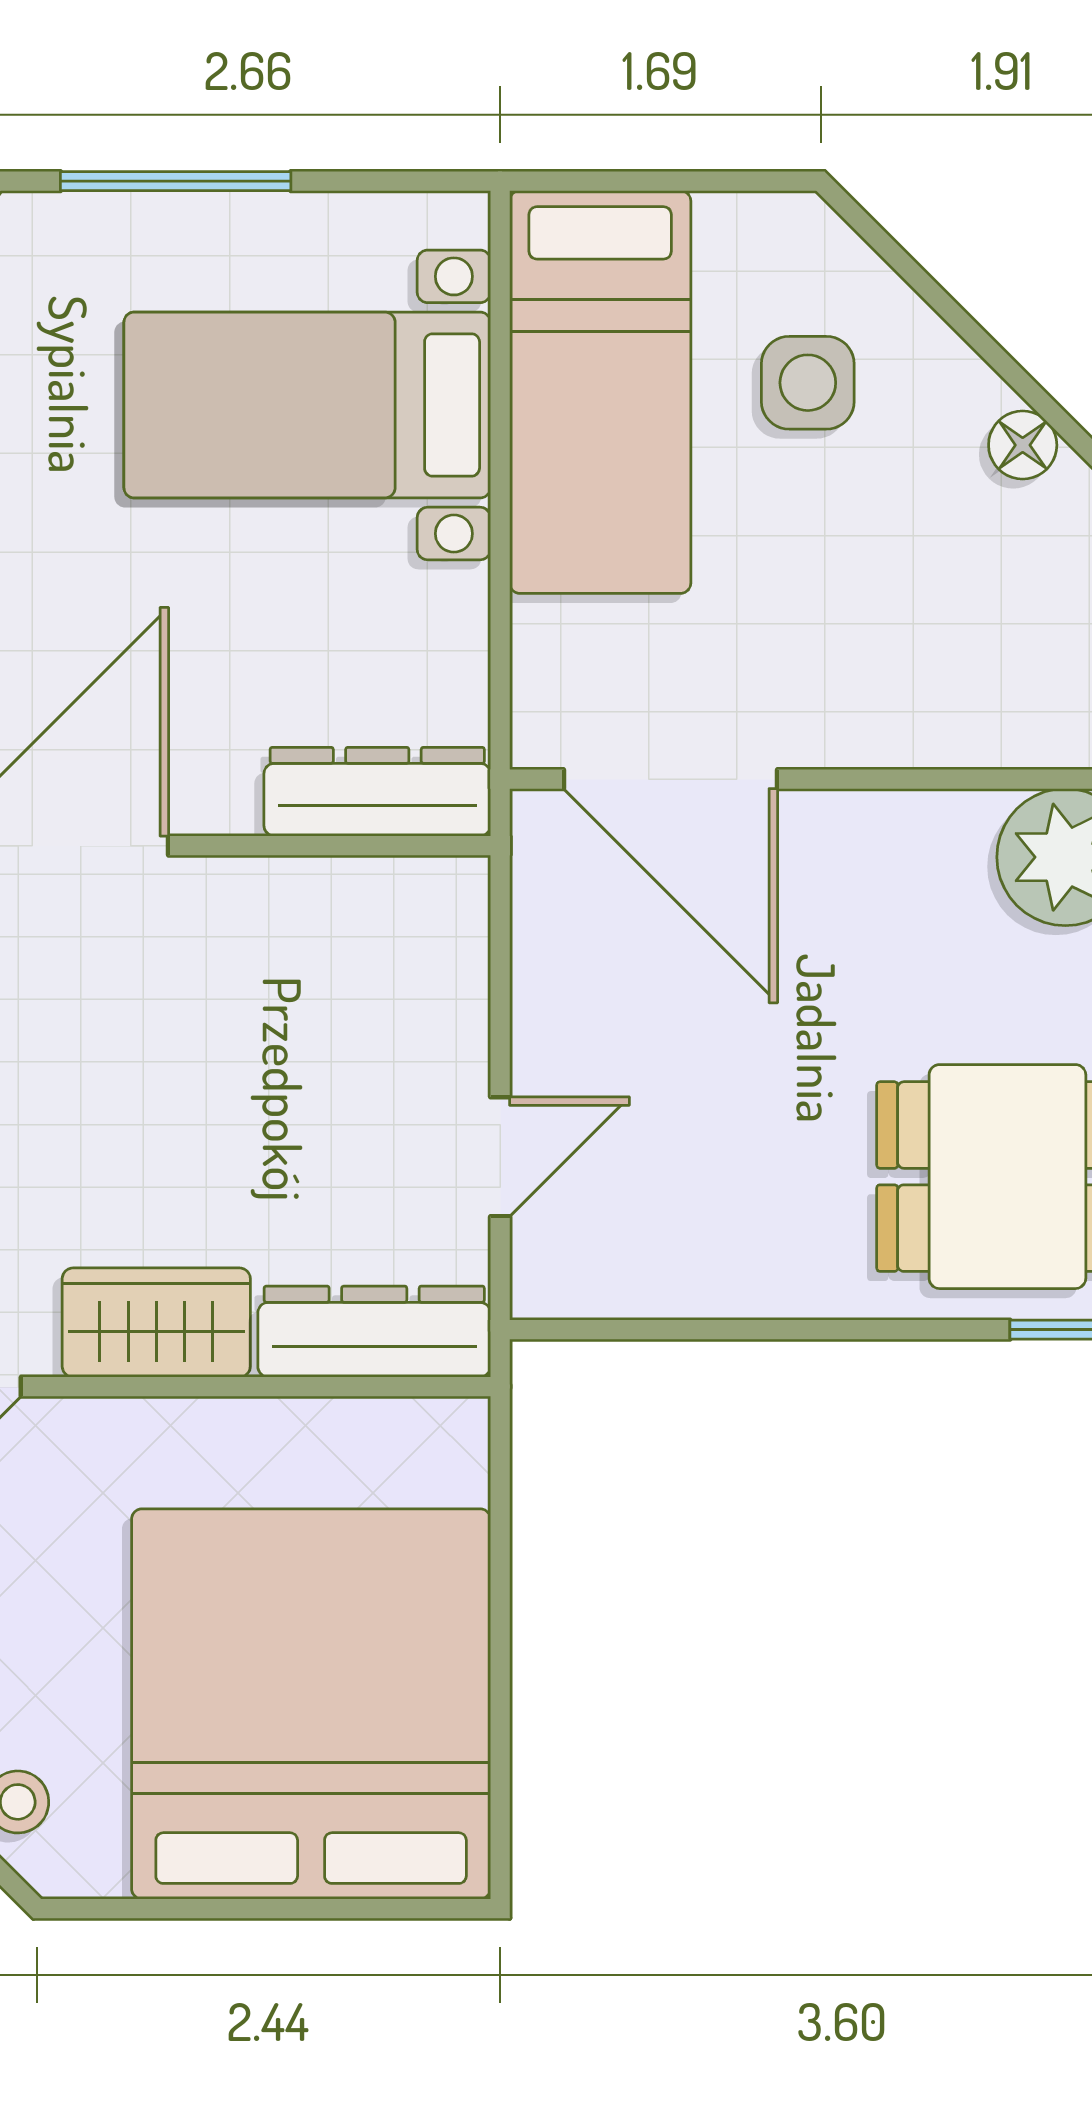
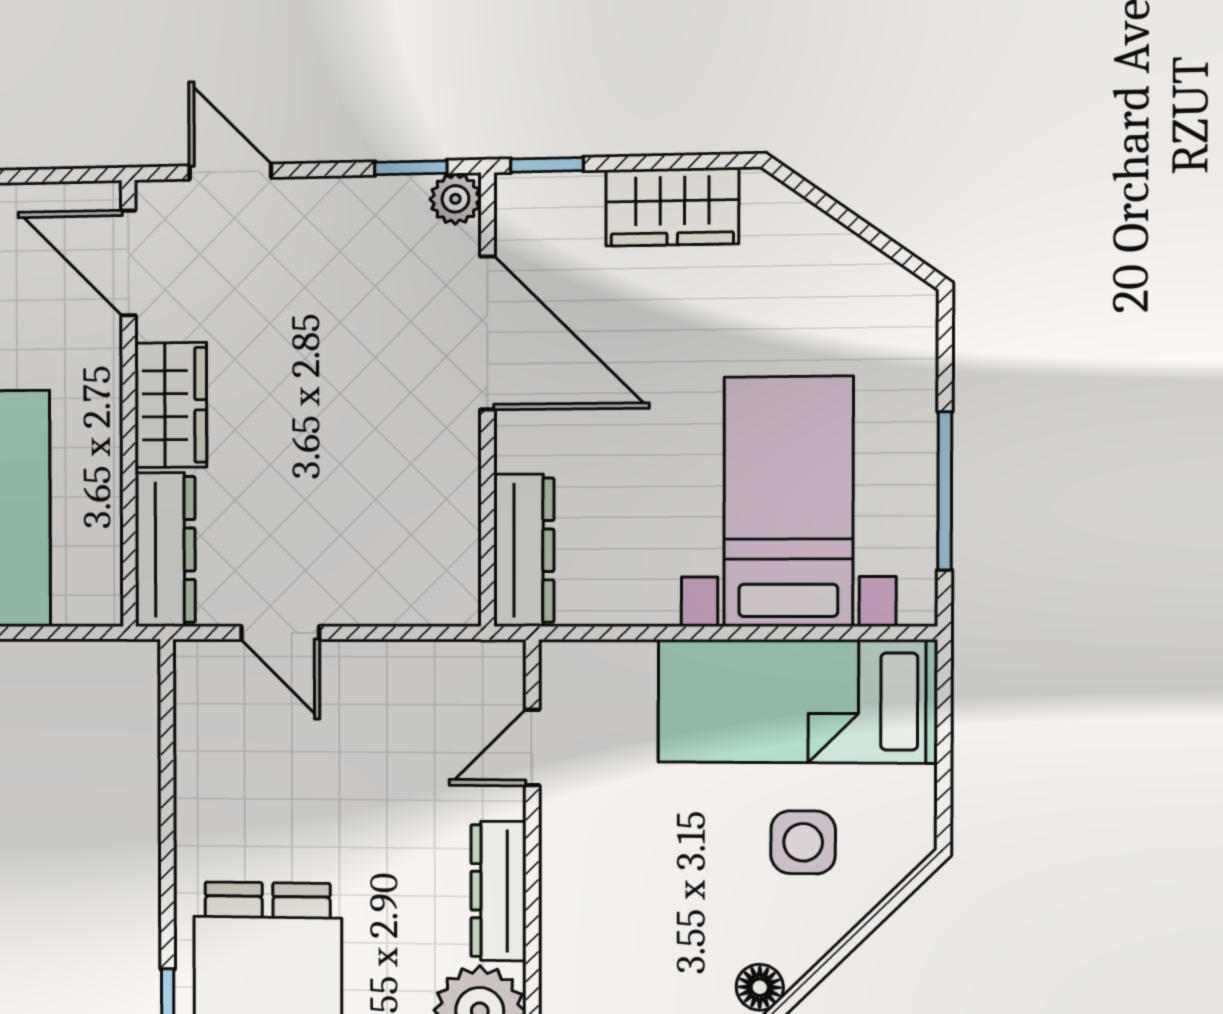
window: (176, 181) -> (945, 491), moved
door: (670, 779) -> (532, 747), width x0.53
dresser: (885, 829) -> (498, 891), added

